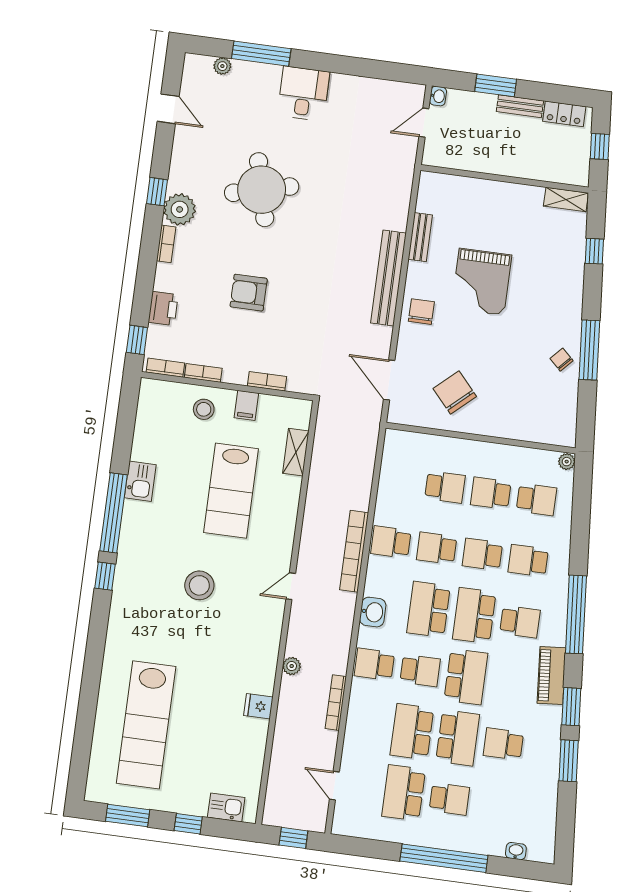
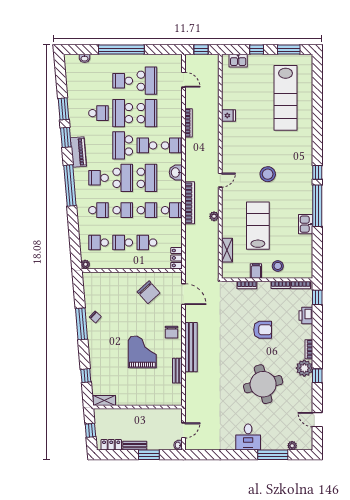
locker: (393, 450) -> (176, 258), added
school desk: (491, 493) -> (123, 243), turned 180
plant: (292, 666) -> (214, 216), moved
lab bench: (146, 725) -> (286, 98), turned 180

